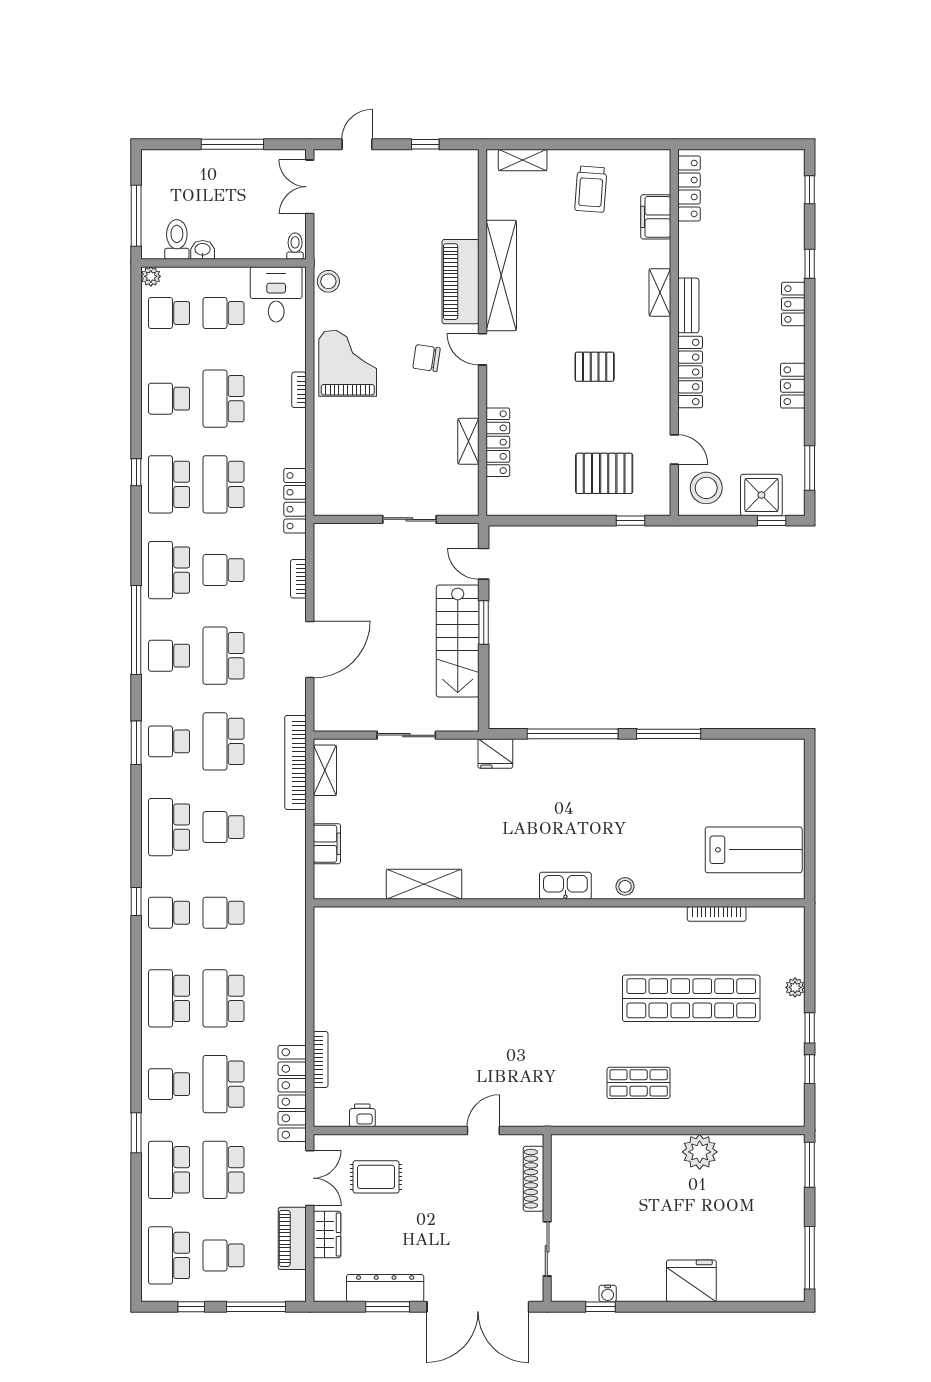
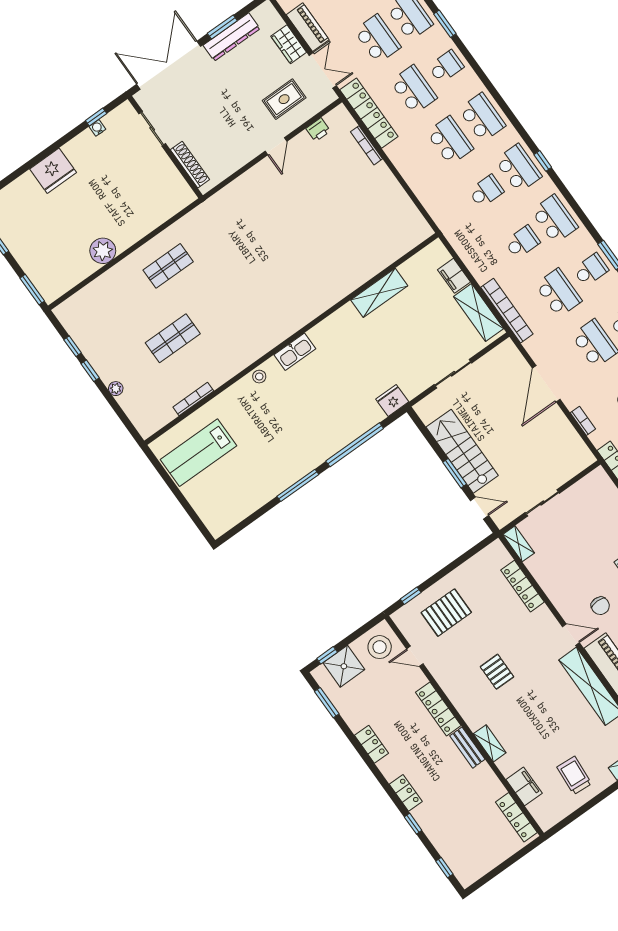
chair: (426, 358) -> (600, 606), turned 82
pallet: (595, 367) -> (497, 672), turned 90
shelving: (468, 441) -> (519, 544), moved
shelving: (325, 770) -> (479, 313), width x1.50, depth x1.33
school desk: (169, 913) -> (518, 168), width x1.85
shop shelf: (691, 998) -> (173, 338), width x0.50, depth x0.74
door: (483, 1131) -> (276, 146), moved
double door: (310, 1178) -> (323, 70), swing flipped

